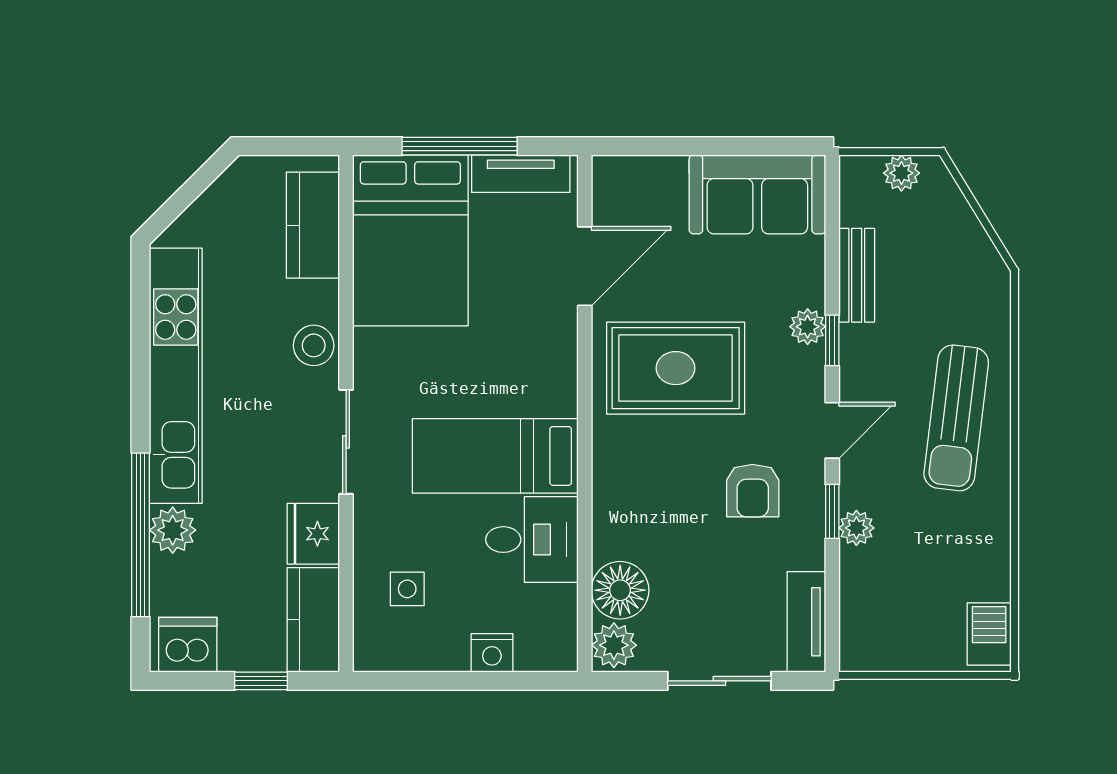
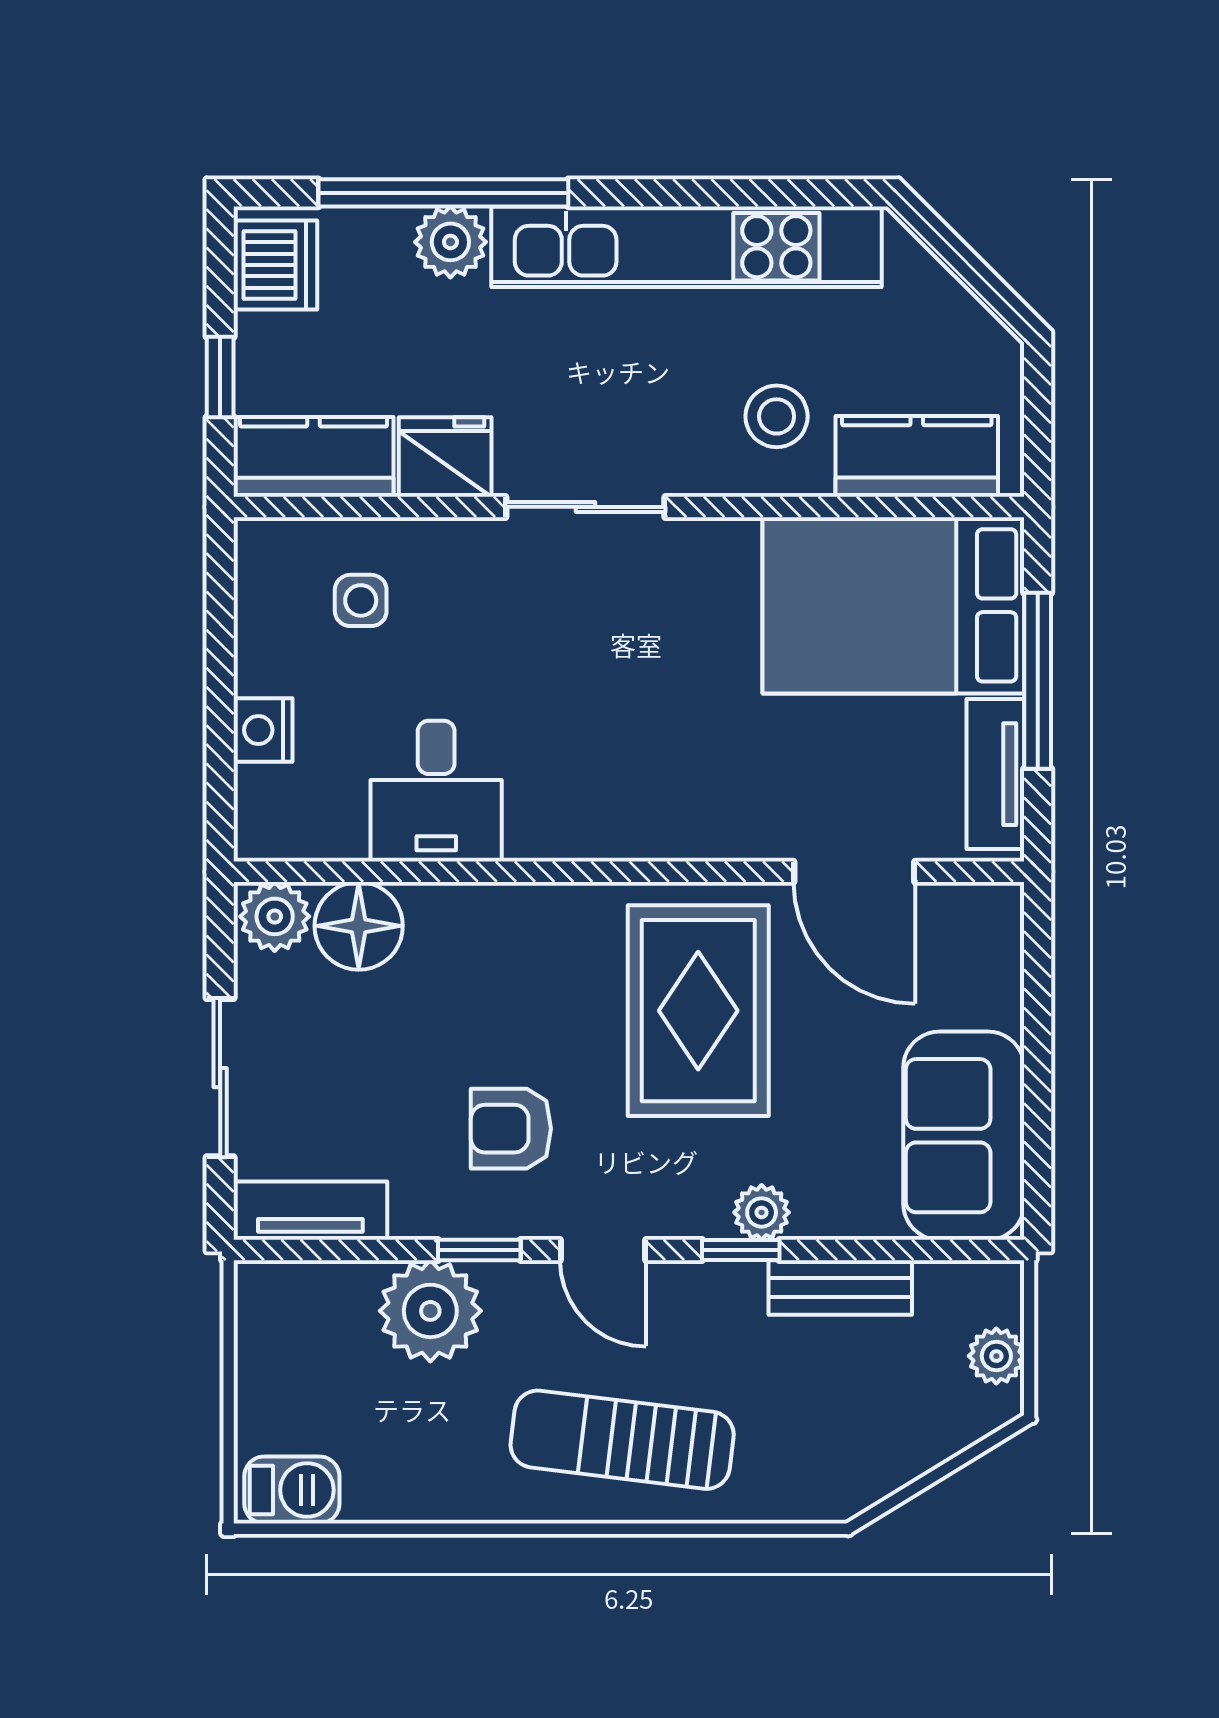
stool: (314, 345) -> (777, 416), moved
bed: (495, 456) -> (564, 735), removed
plant: (856, 528) -> (430, 1311), width x1.87, depth x1.87

